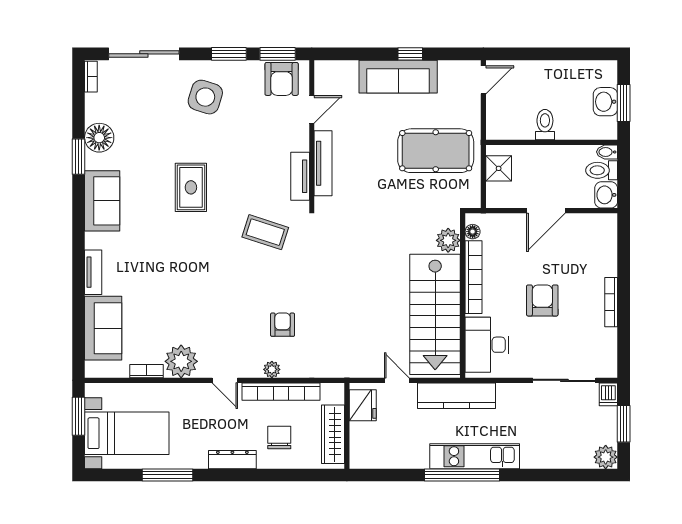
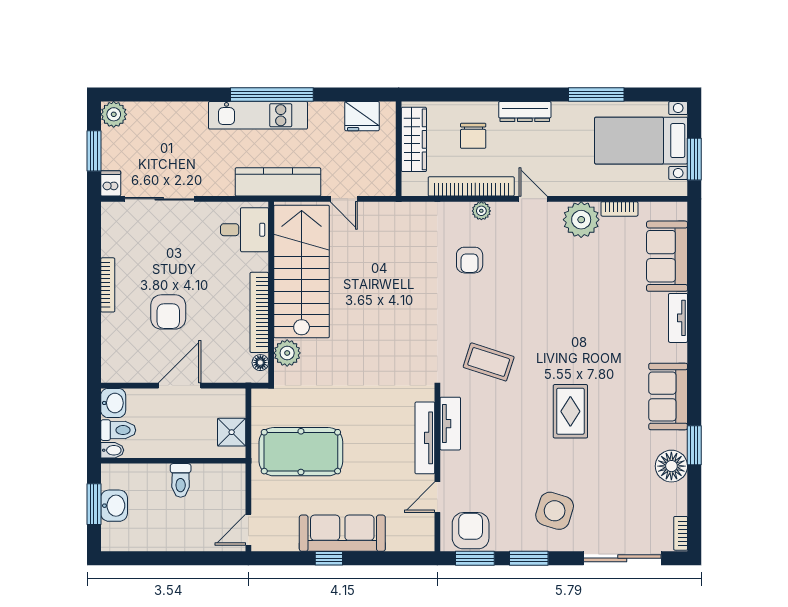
armchair: (542, 300) -> (168, 312), moved
desk: (487, 345) -> (244, 230), width x0.73
fridge: (363, 405) -> (362, 116), moved, turned -90

